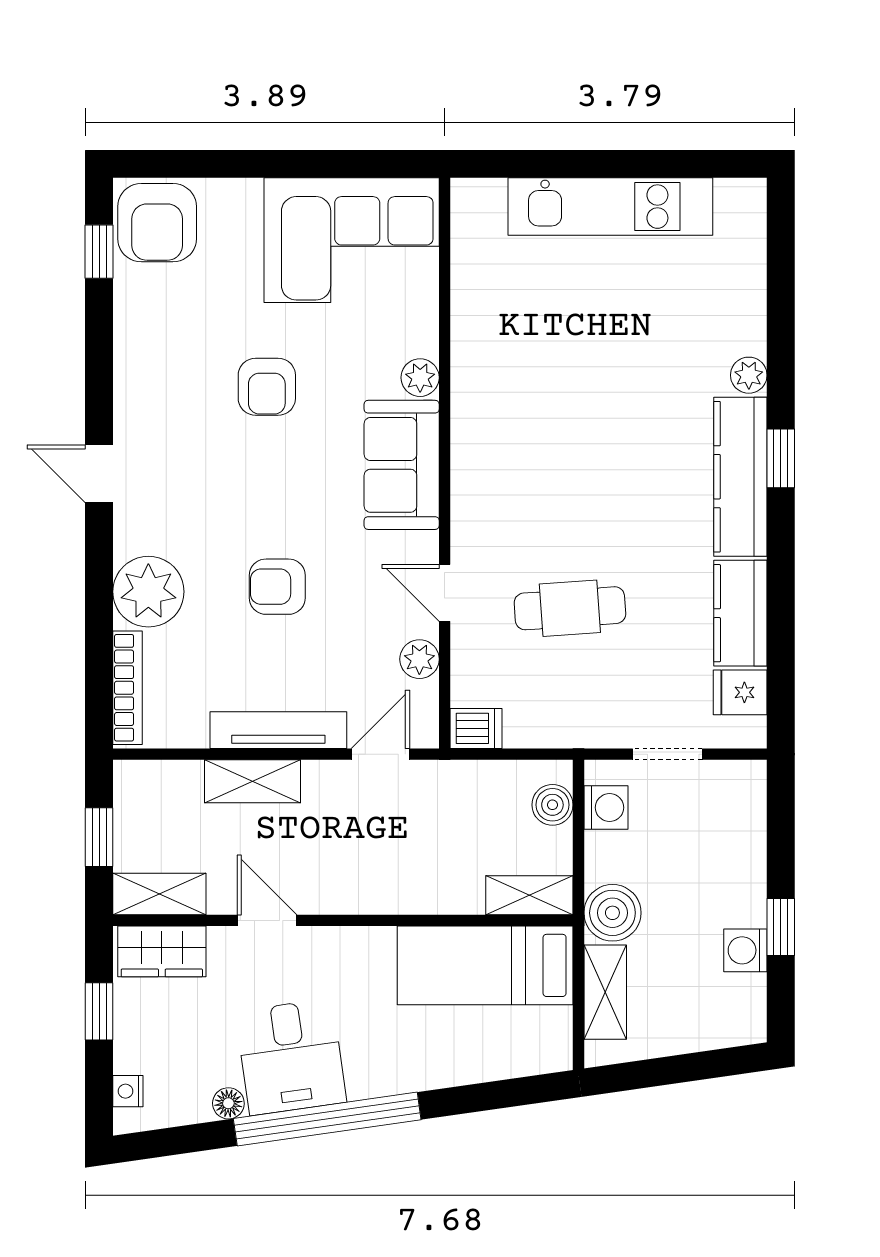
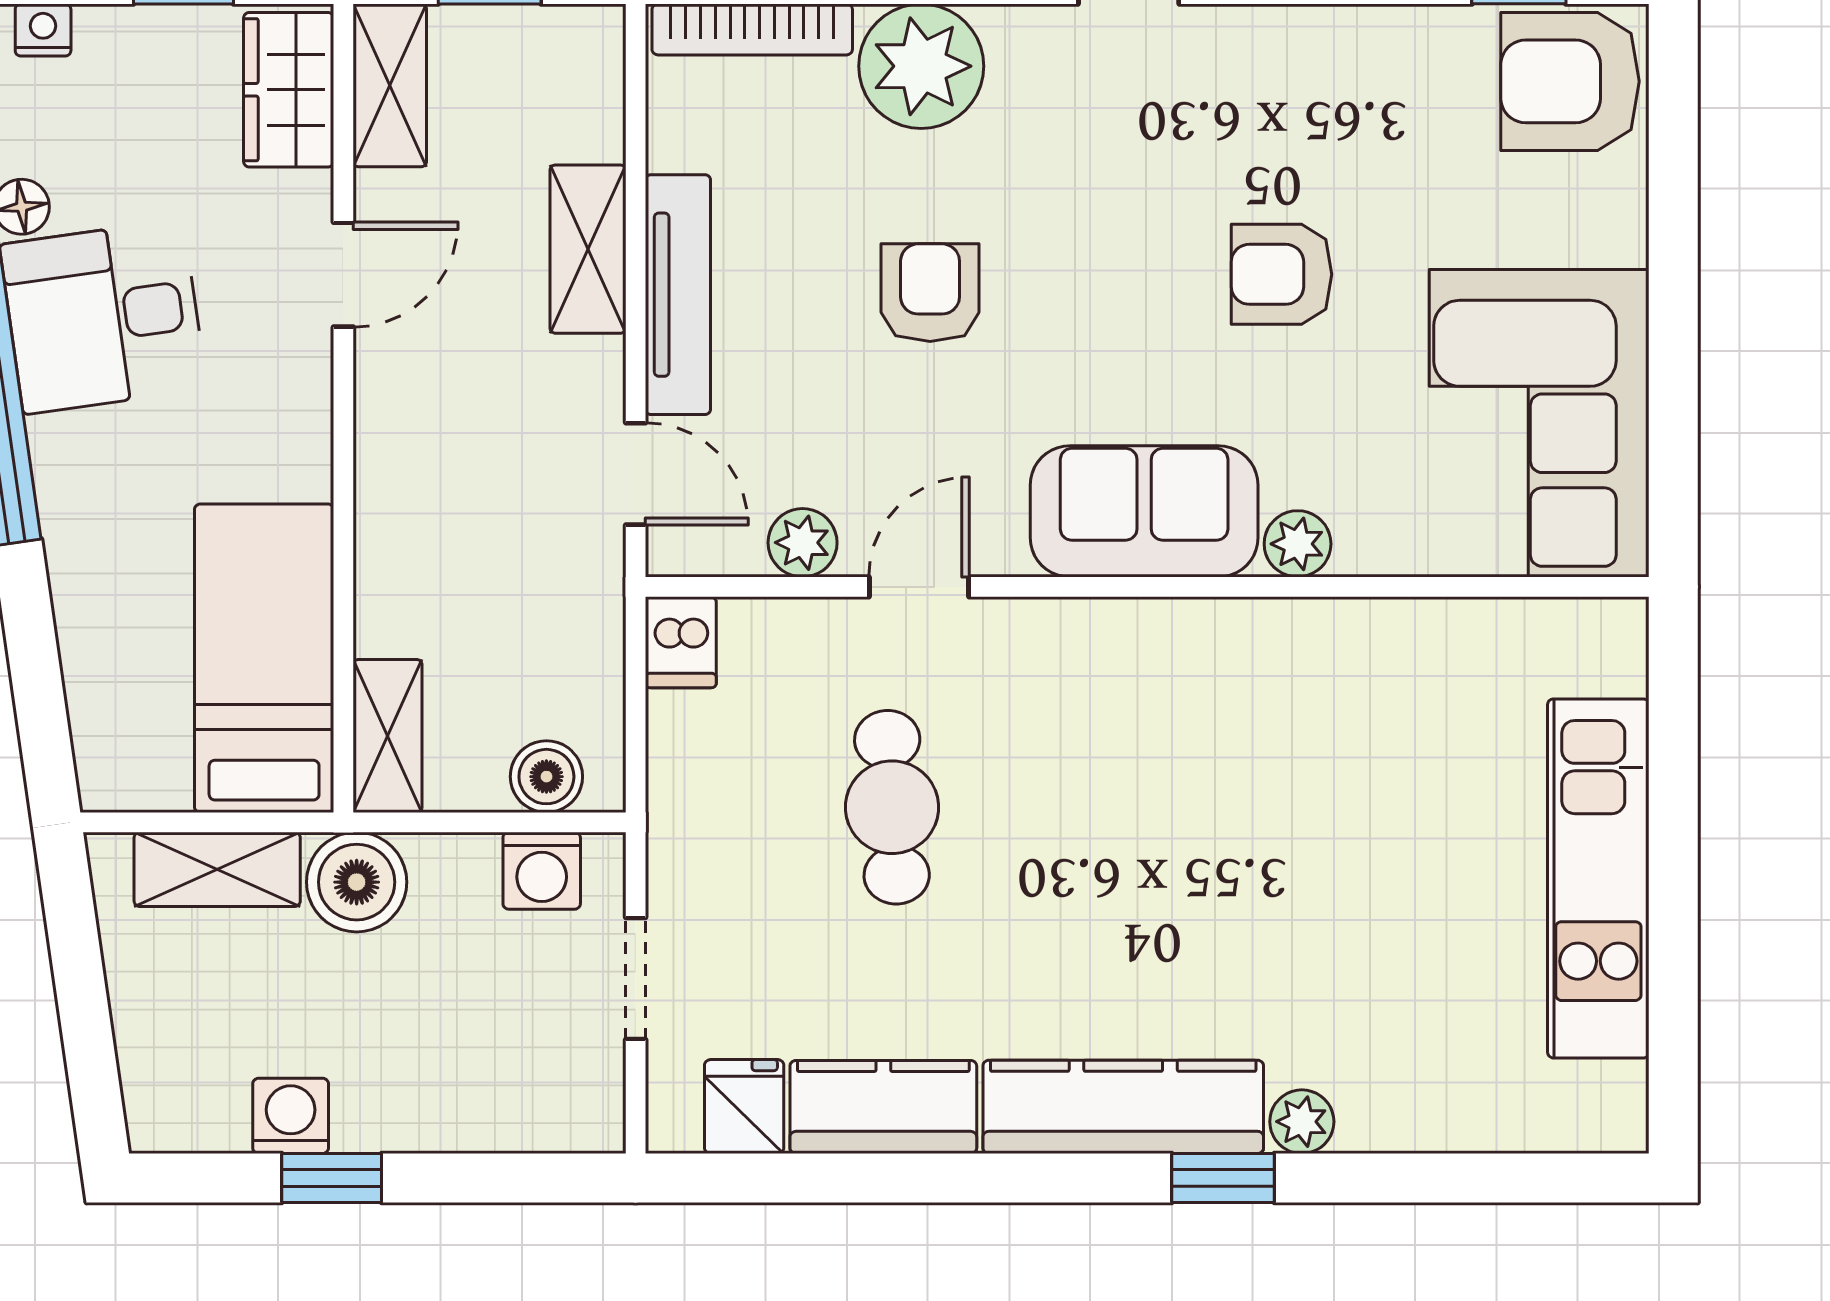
window: (781, 458) -> (1223, 1178), moved

